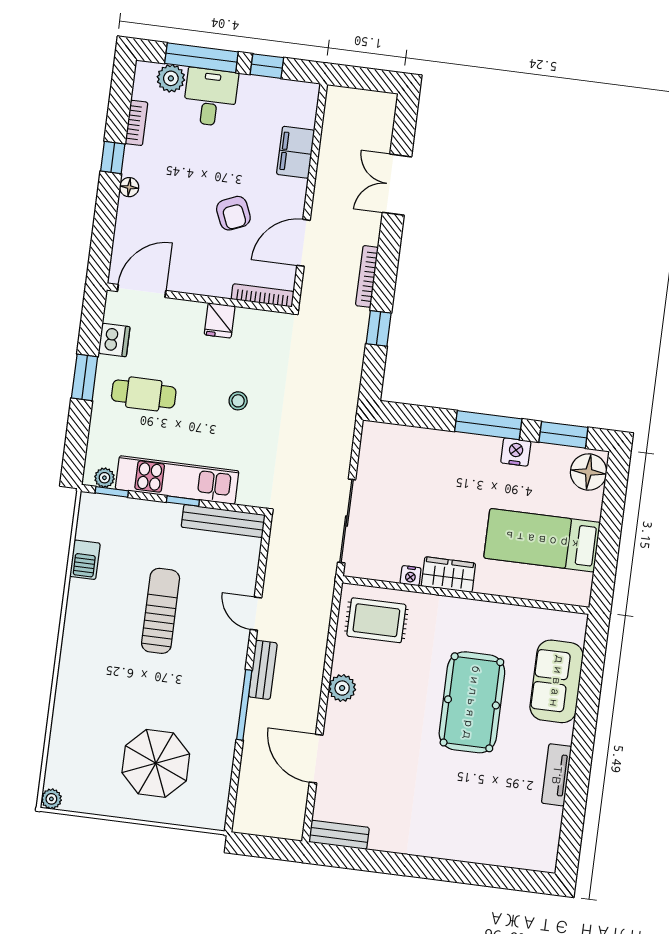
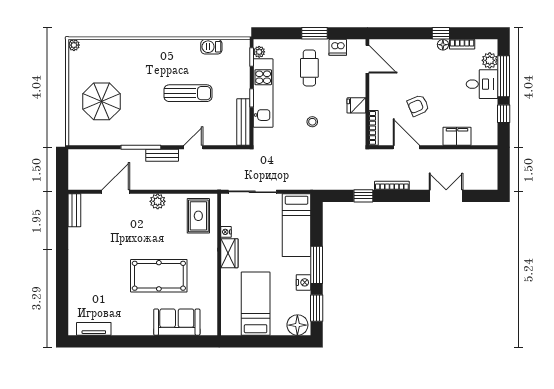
floor lamp: (129, 187) -> (443, 45), moved
bed: (415, 451) -> (297, 225), added
tv unit: (557, 775) -> (94, 329), moved

